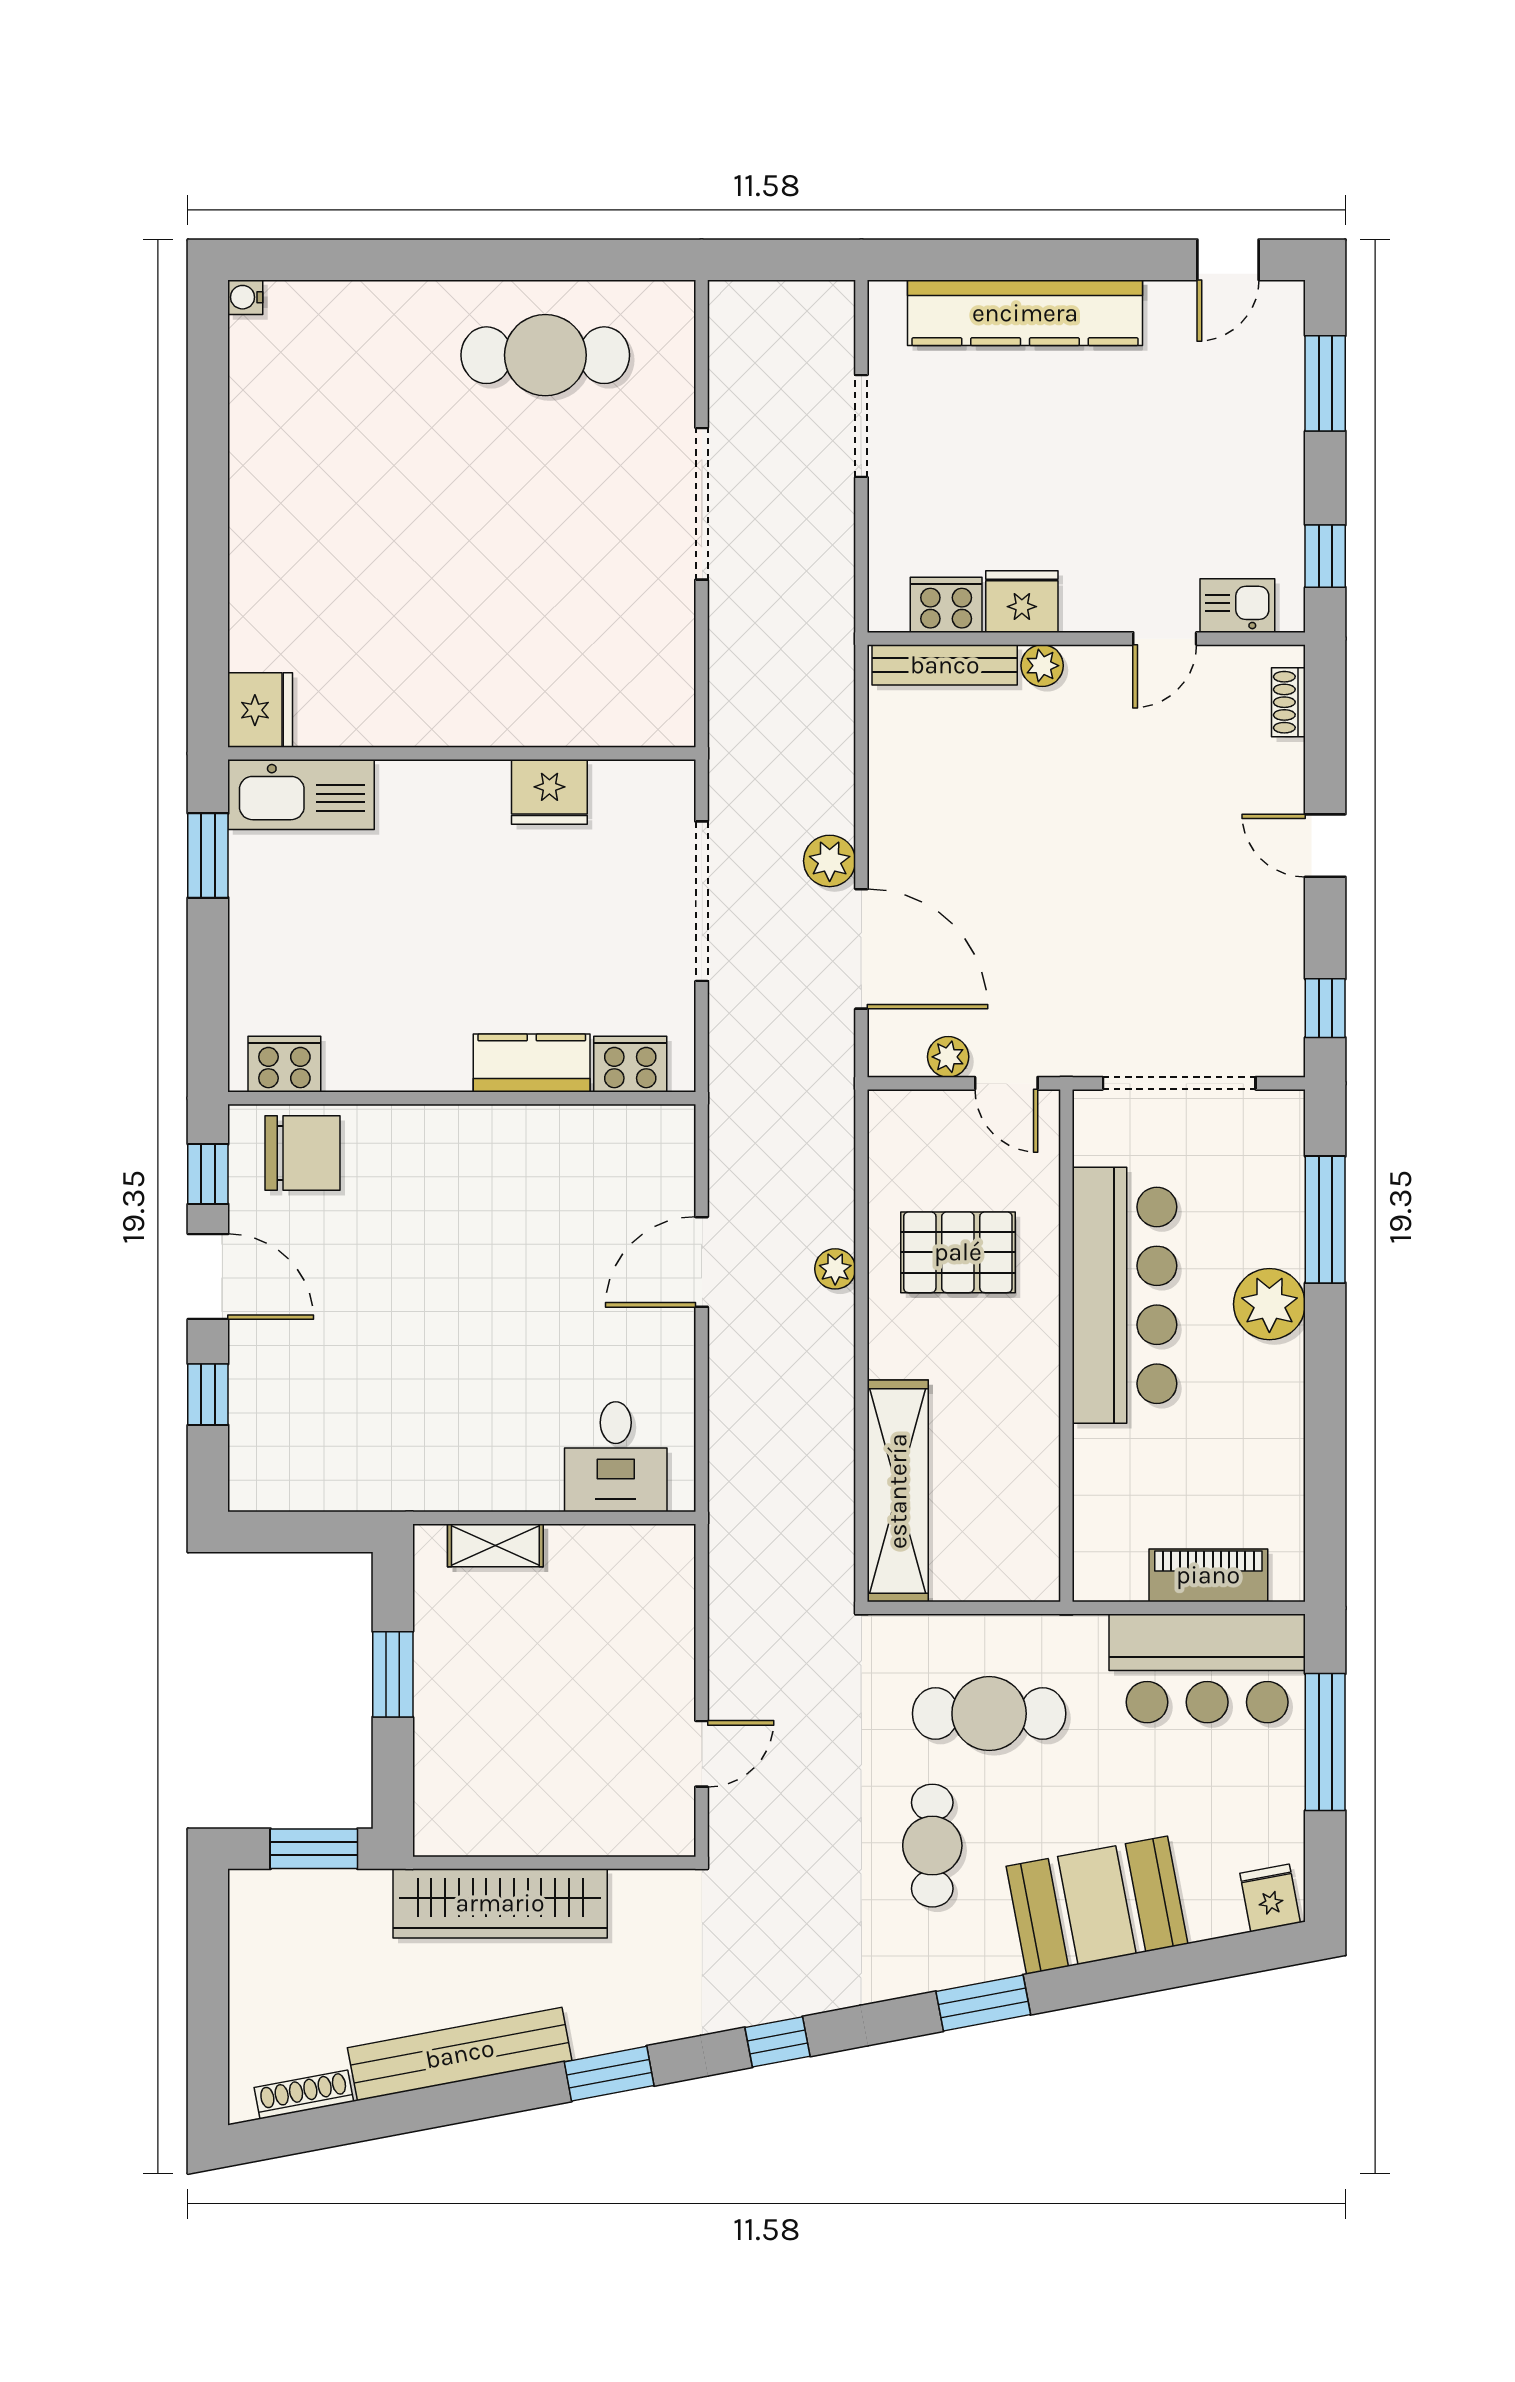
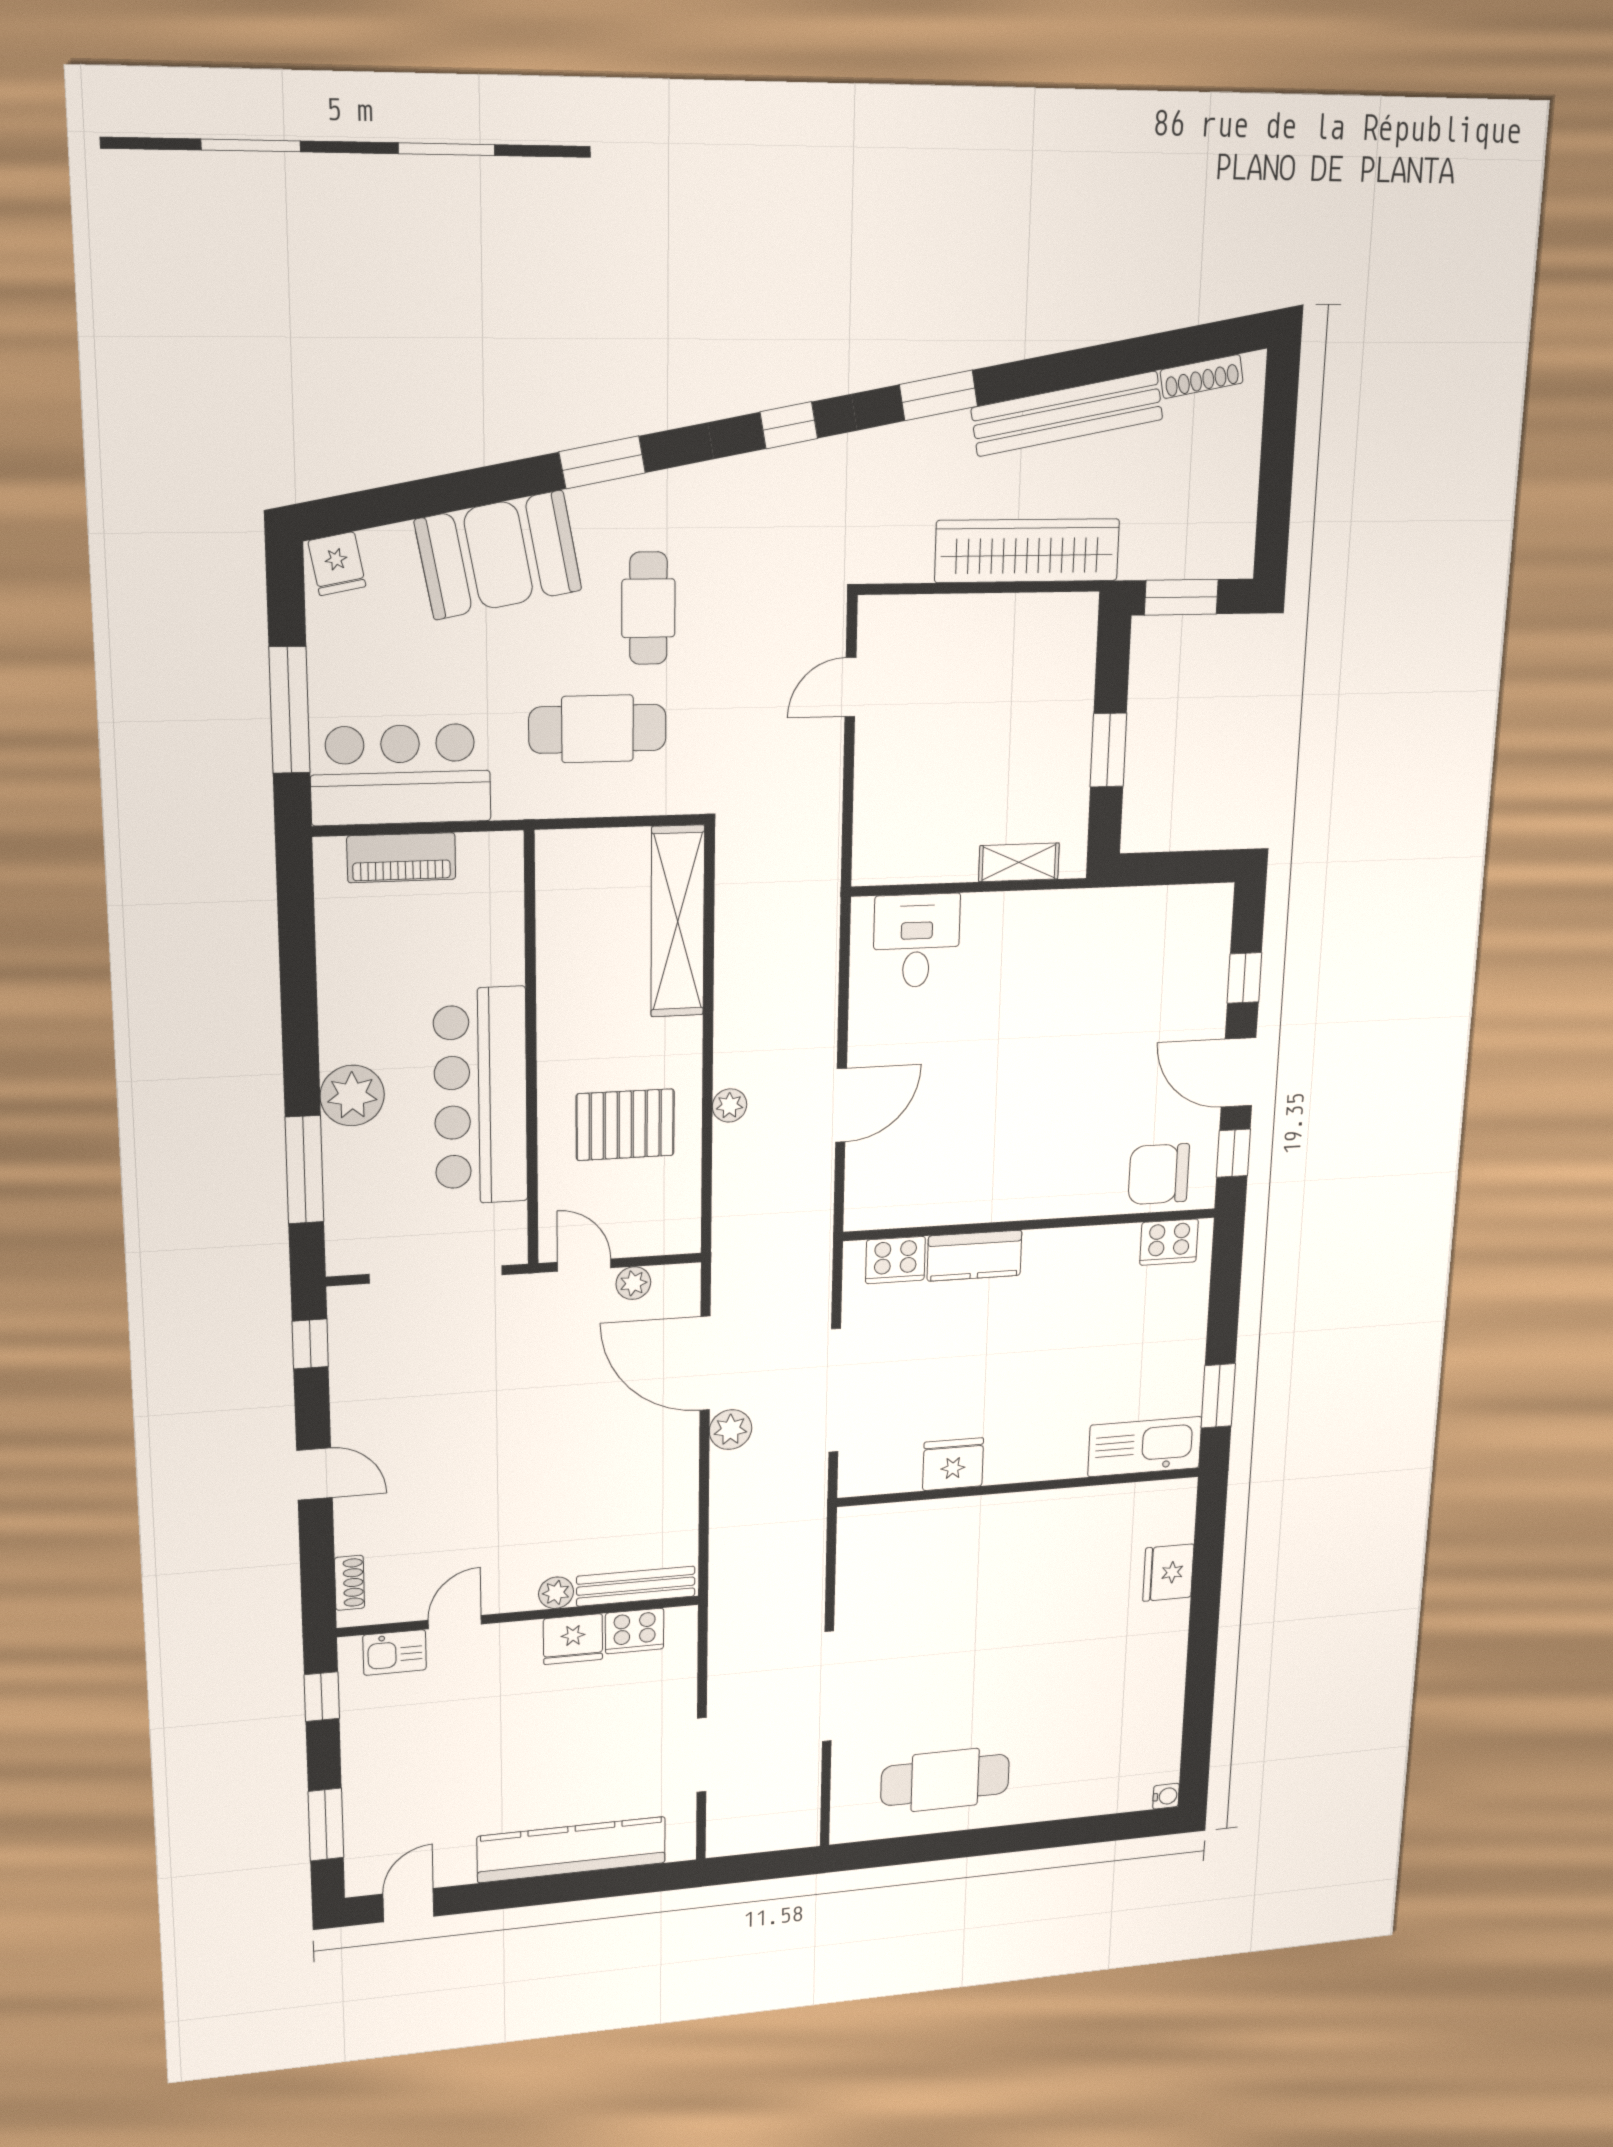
fridge: (260, 710) -> (1168, 1573), moved

